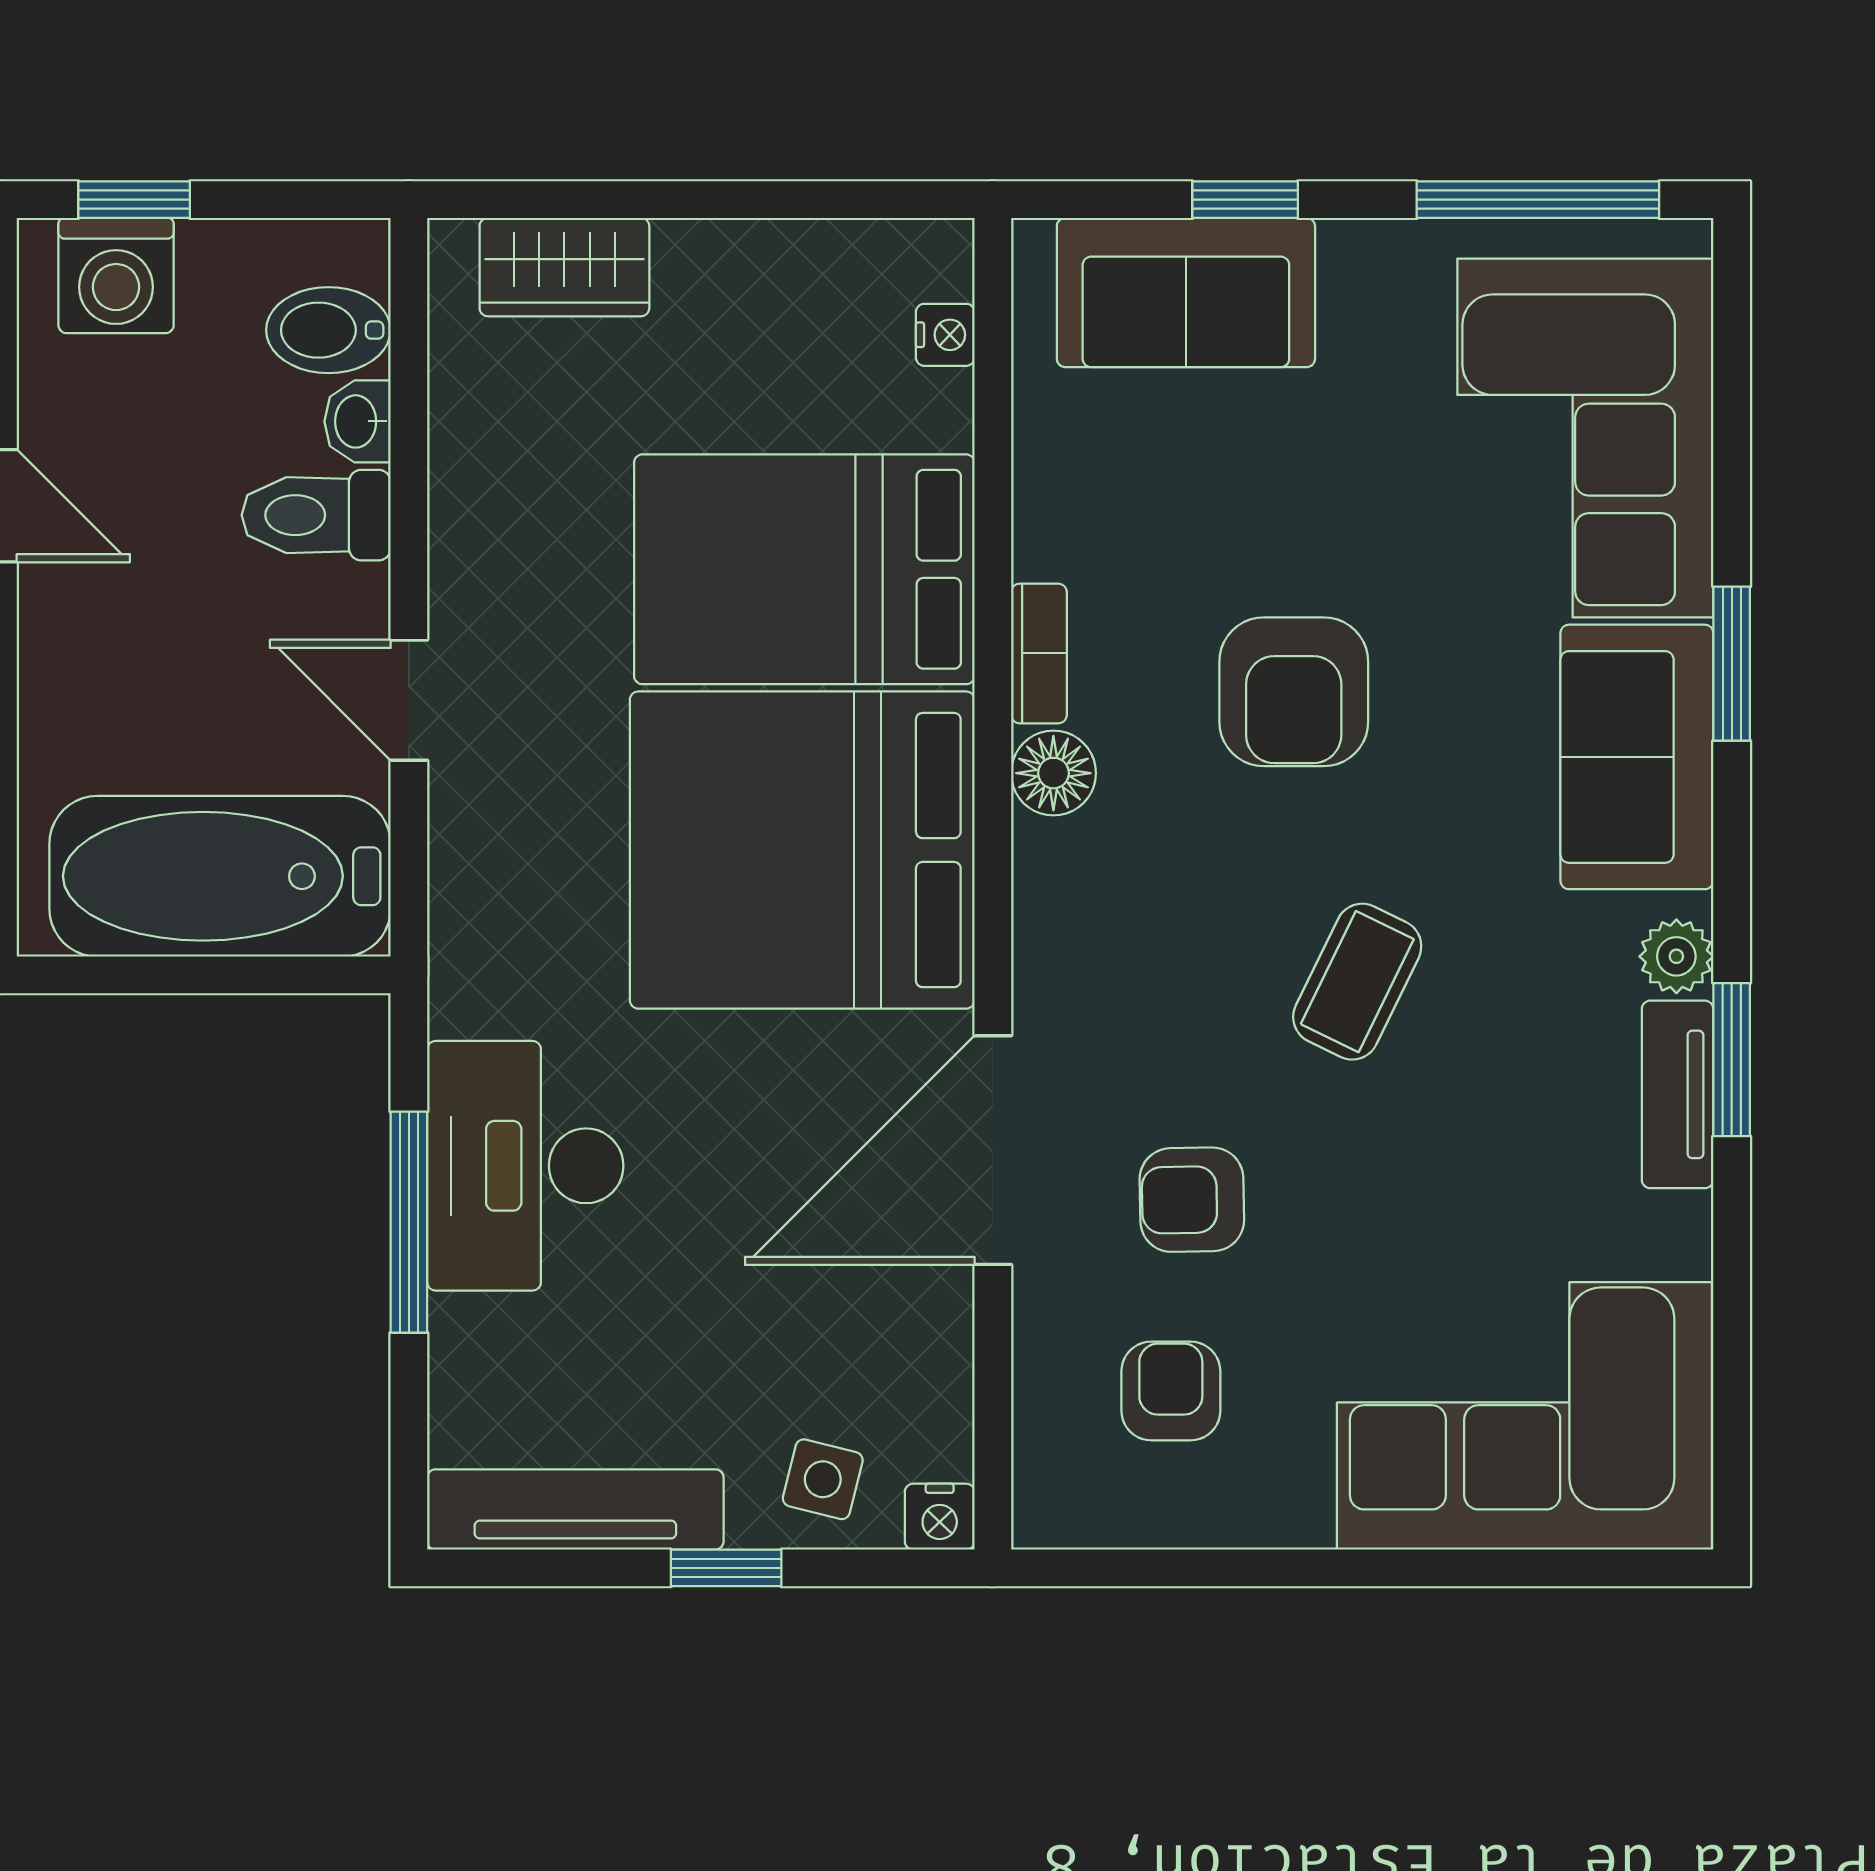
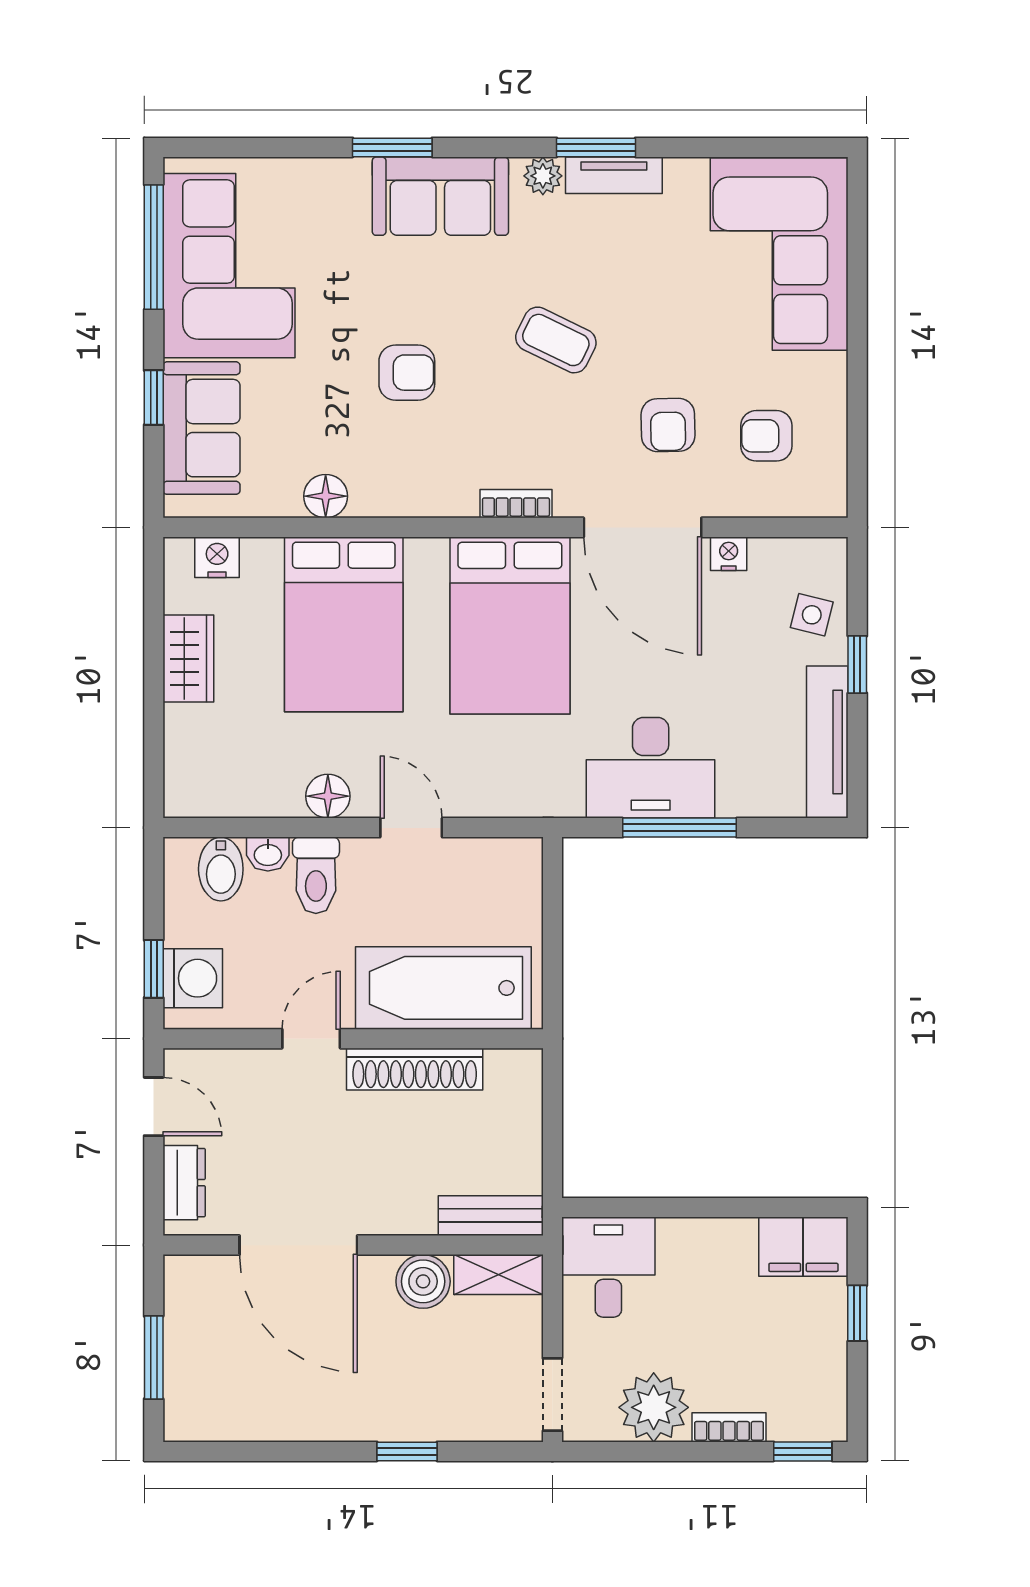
wardrobe: (564, 267) -> (188, 659), moved
nightstand: (945, 335) -> (217, 557), width x1.39, depth x1.35
corner sofa: (1585, 438) -> (229, 266), moved, turned -90
floor lamp: (470, 538) -> (328, 796), added
bookcase: (1039, 653) -> (516, 504), moved
armchair: (1294, 692) -> (407, 373), width x0.72, depth x0.72
door: (409, 700) -> (411, 828), swing flipped
floor lamp: (1053, 773) -> (326, 496), moved
bed: (802, 850) -> (510, 625), width x0.73
bathtub: (220, 876) -> (443, 988), moved, turned 90
nightstand: (940, 1517) -> (729, 554), moved, turned -90

